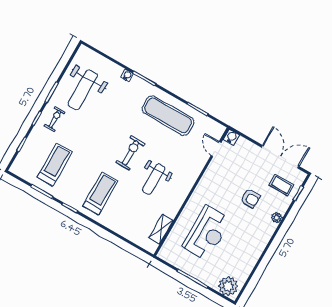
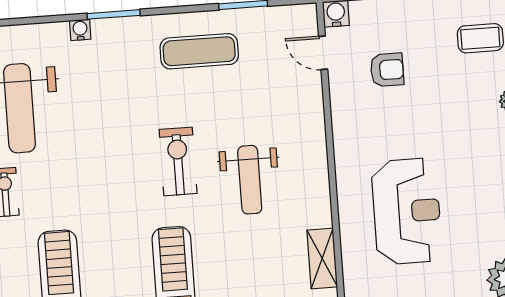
exercise mat: (168, 115) -> (199, 51), width x0.73, depth x0.69
armchair: (250, 199) -> (387, 70), moved

